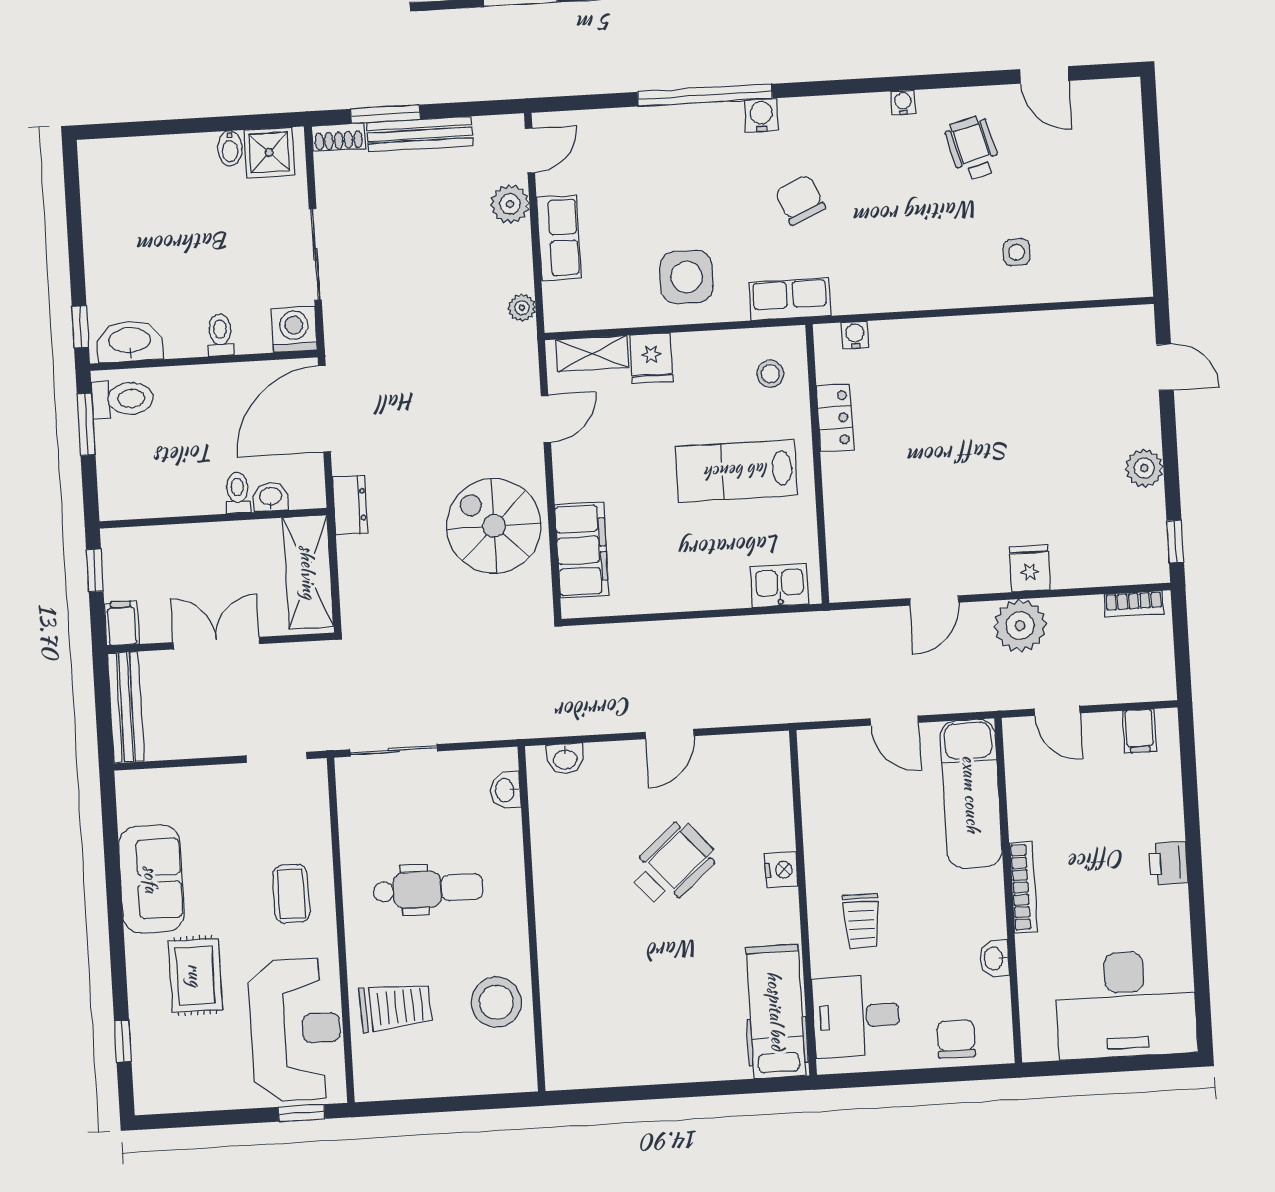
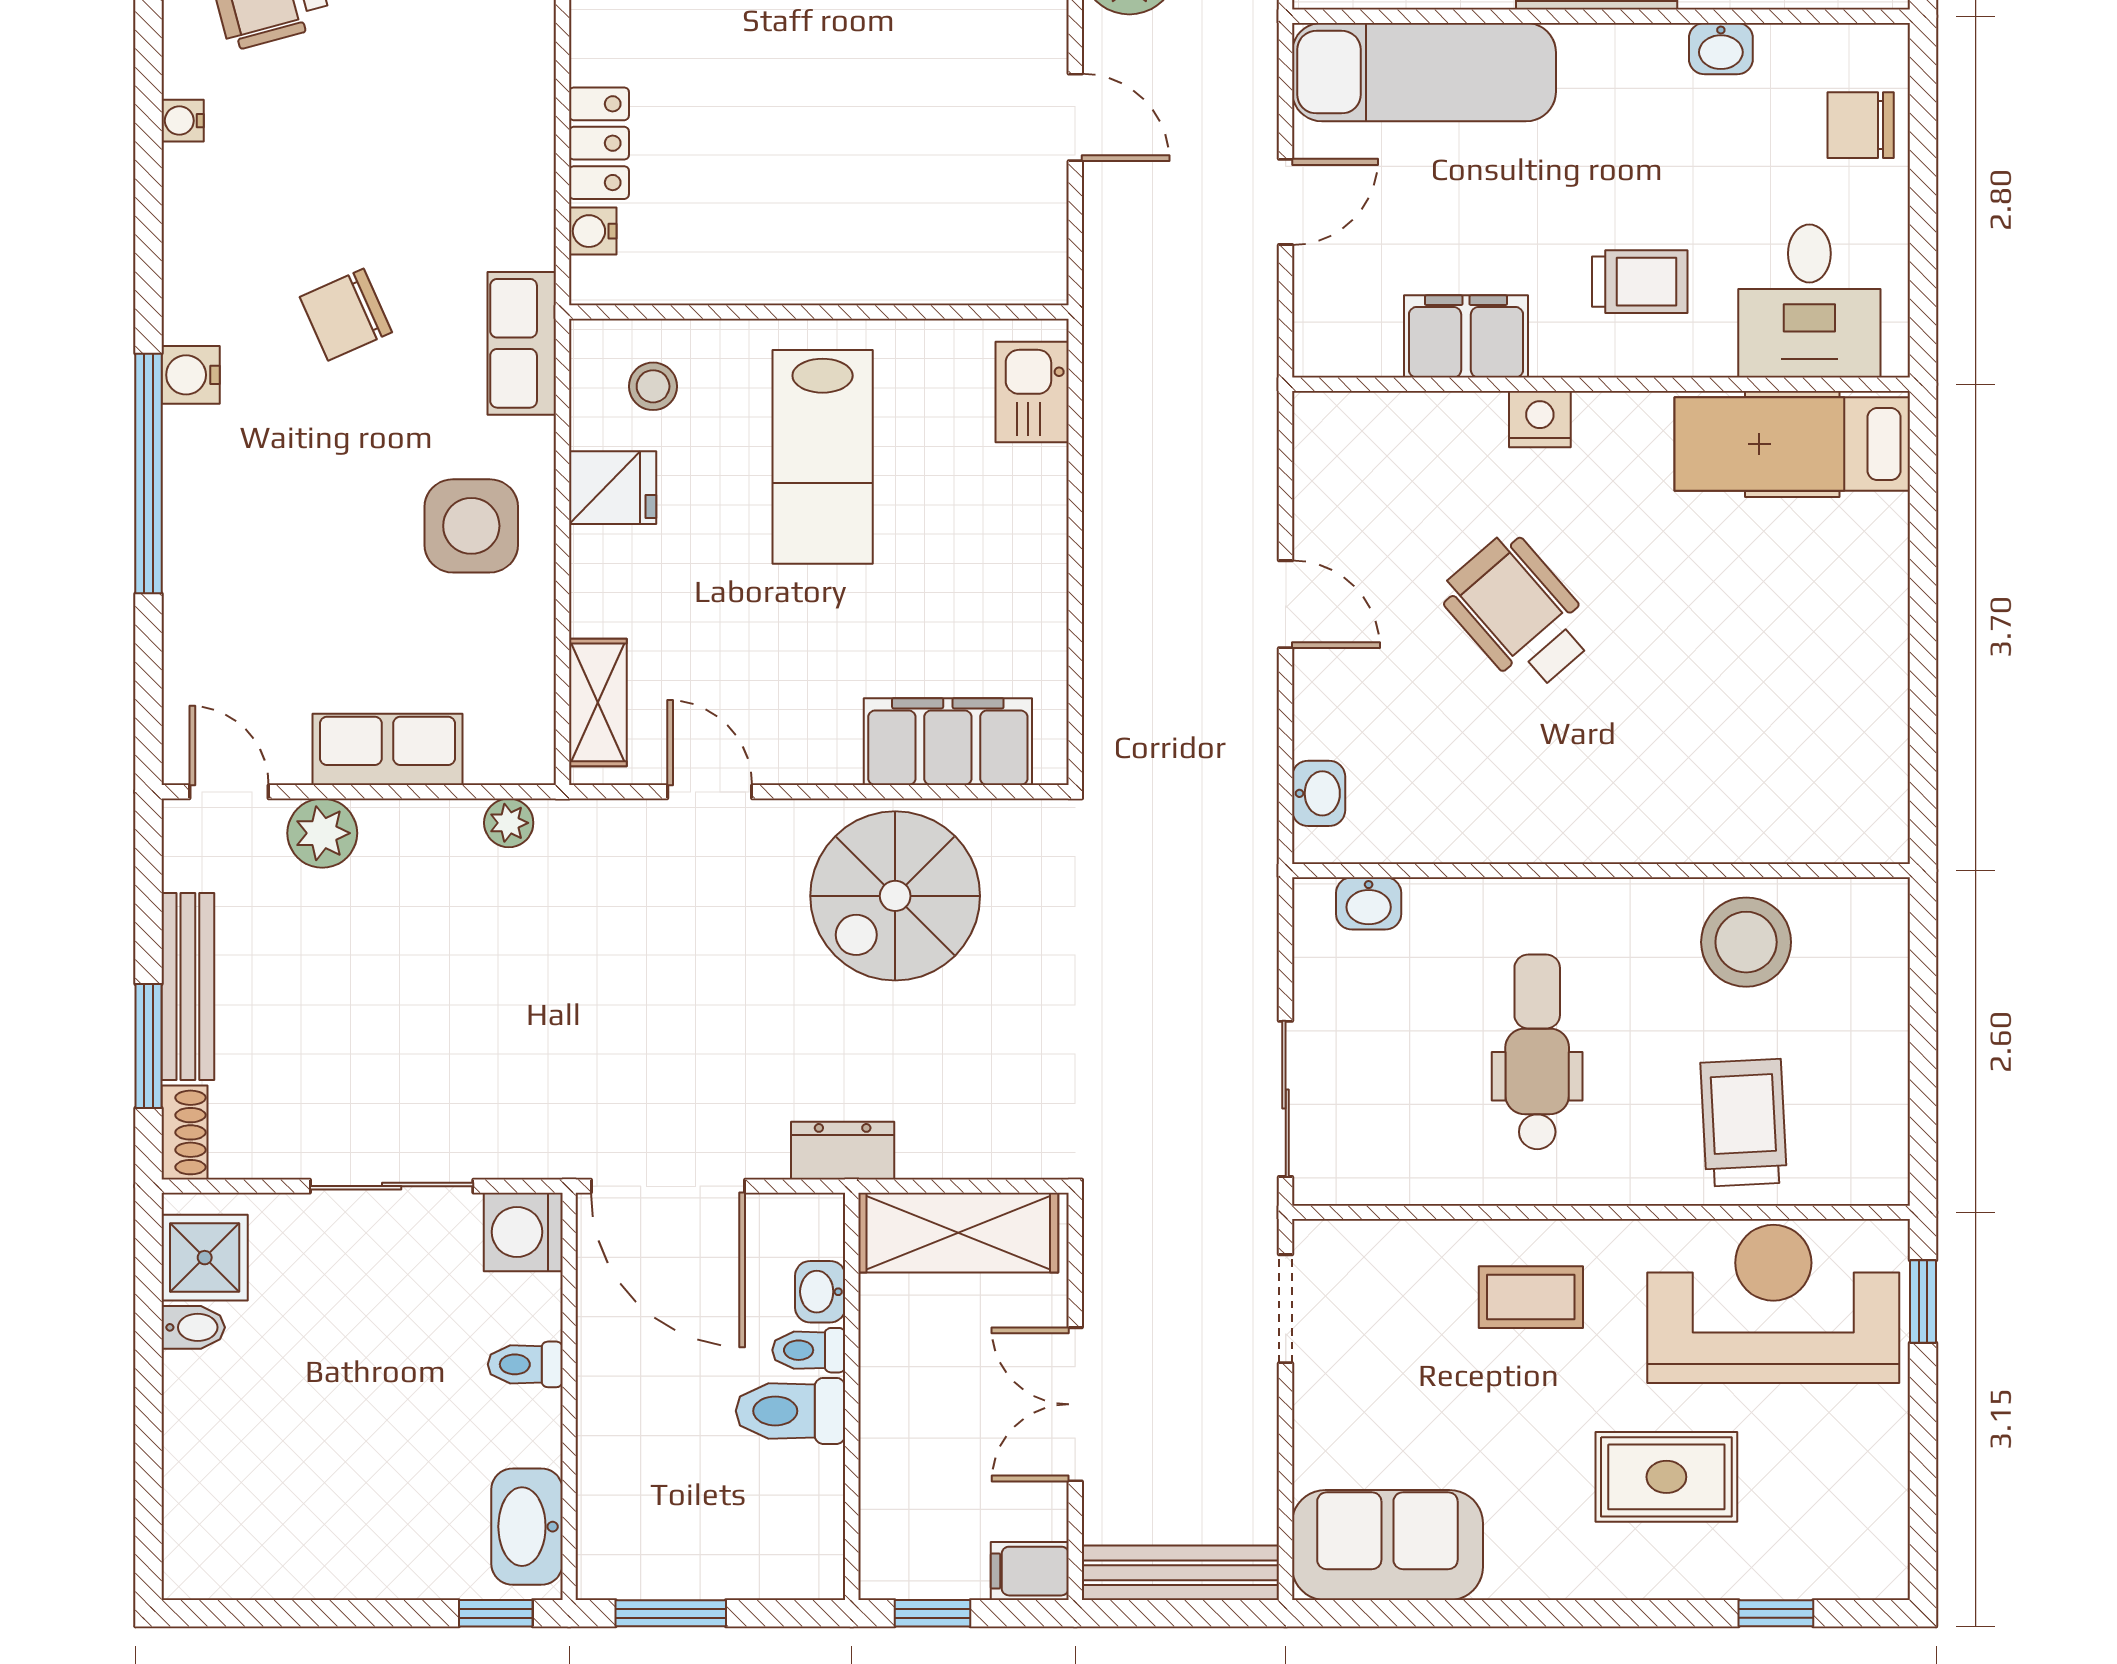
fridge: (651, 358) -> (613, 488), moved
toilet: (123, 399) -> (791, 1411), moved, turned -90
locker: (835, 418) -> (599, 143), moved, turned 90
filing cabinet: (825, 826) -> (1466, 336), added
sofa: (151, 879) -> (1387, 1545), moved

